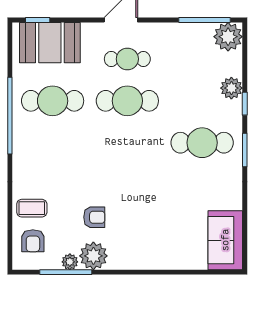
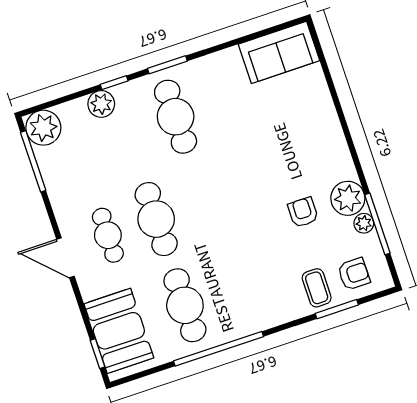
window: (10, 218) -> (337, 309), added

